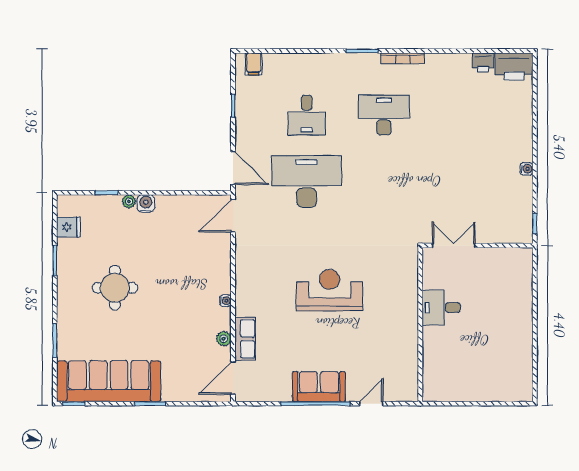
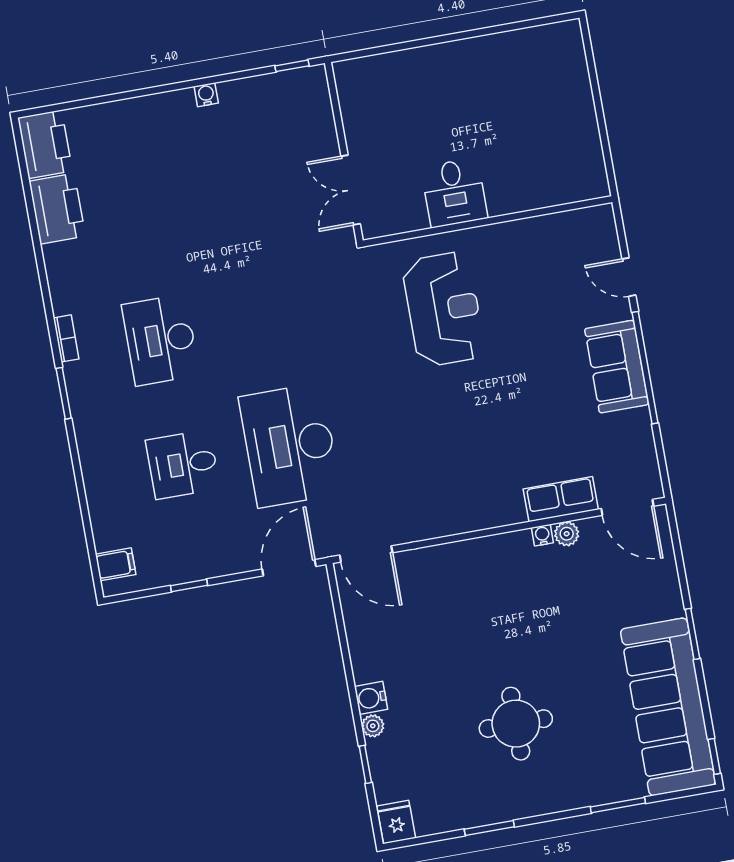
bookcase: (403, 58) -> (66, 338), width x0.64
printer: (483, 62) -> (57, 209), width x1.87, depth x1.48
desk: (307, 115) -> (183, 464), turned 180
fridge: (69, 227) -> (396, 822), moved
reception desk: (330, 290) -> (443, 309), moved, turned 180
water cooler: (225, 301) -> (542, 535), moved

